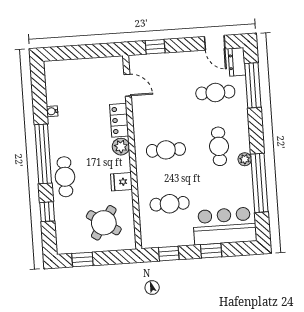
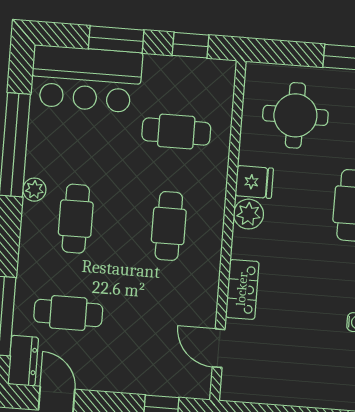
plant: (121, 147) -> (249, 214), moved
cafe table: (166, 150) -> (169, 226), turned 90
round table: (104, 223) -> (295, 115), turned -34
window: (211, 251) -> (116, 39), width x1.50

